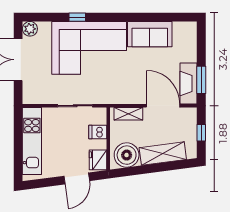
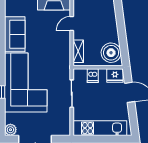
door: (163, 106) -> (72, 24), width x0.53
shelving: (163, 154) -> (110, 24), removed

